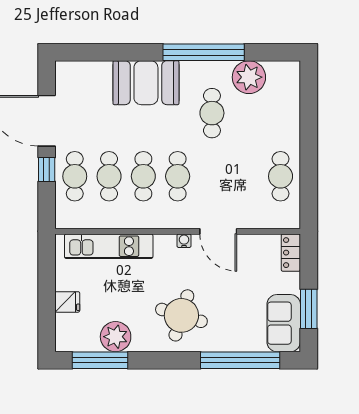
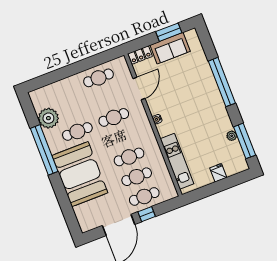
booth: (146, 83) -> (80, 174), width x1.36, depth x1.42
cafe table: (178, 176) -> (114, 117), moved
door: (218, 231) -> (139, 88), moved
round table: (181, 315) -> (201, 104), removed
sofa: (284, 323) -> (170, 48), moved
plant: (116, 337) -> (232, 136), width x0.53, depth x0.53
window: (240, 360) -> (222, 82), moved

